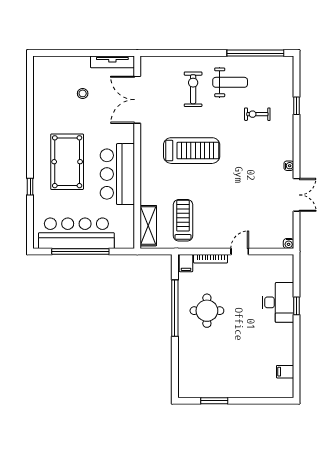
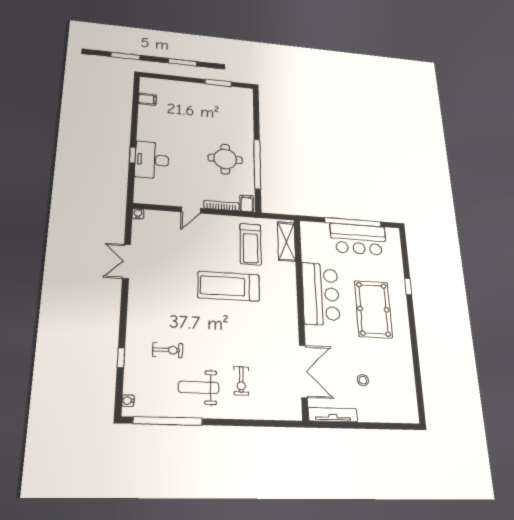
exercise bike: (193, 89) -> (241, 381), width x0.73, depth x0.72
treadmill: (192, 151) -> (229, 286), moved
water cooler: (289, 166) -> (128, 401), moved
bar counter: (76, 233) -> (358, 239), width x0.73

